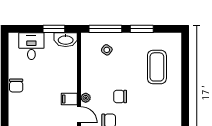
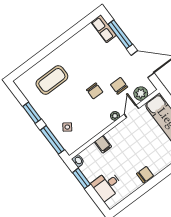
washbasin: (66, 40) -> (78, 161), width x0.52, depth x0.69
filing cabinet: (69, 99) -> (103, 144), moved

